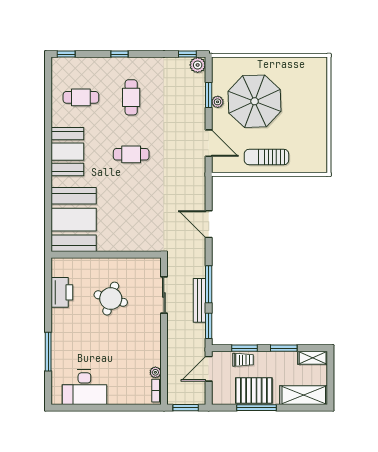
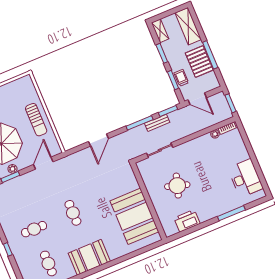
booth: (74, 220) -> (134, 216), moved, turned 90
bench: (199, 300) -> (157, 123), width x0.73

